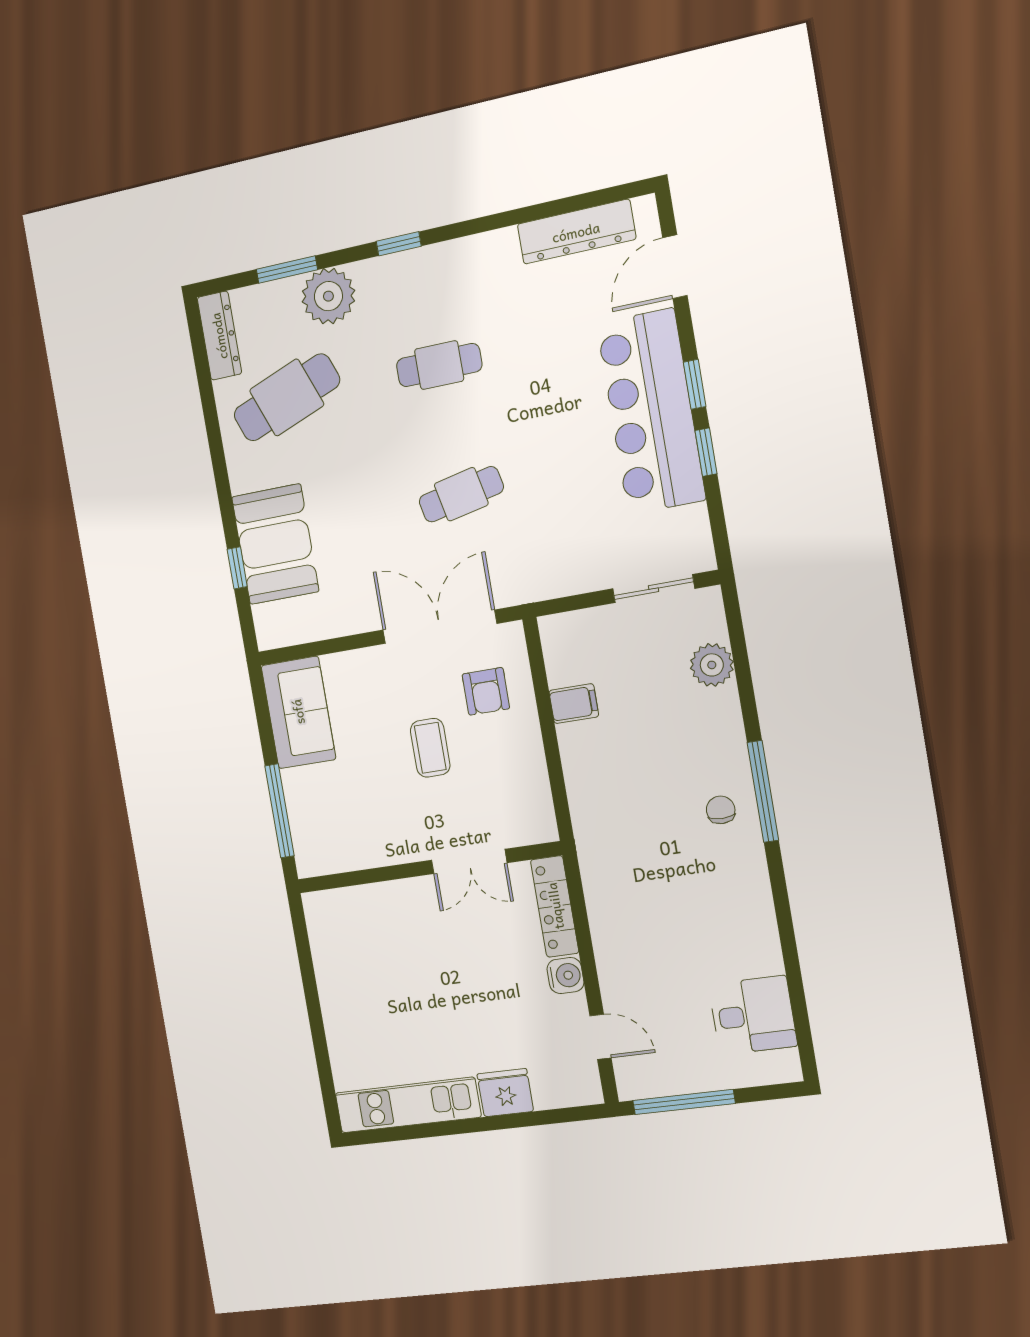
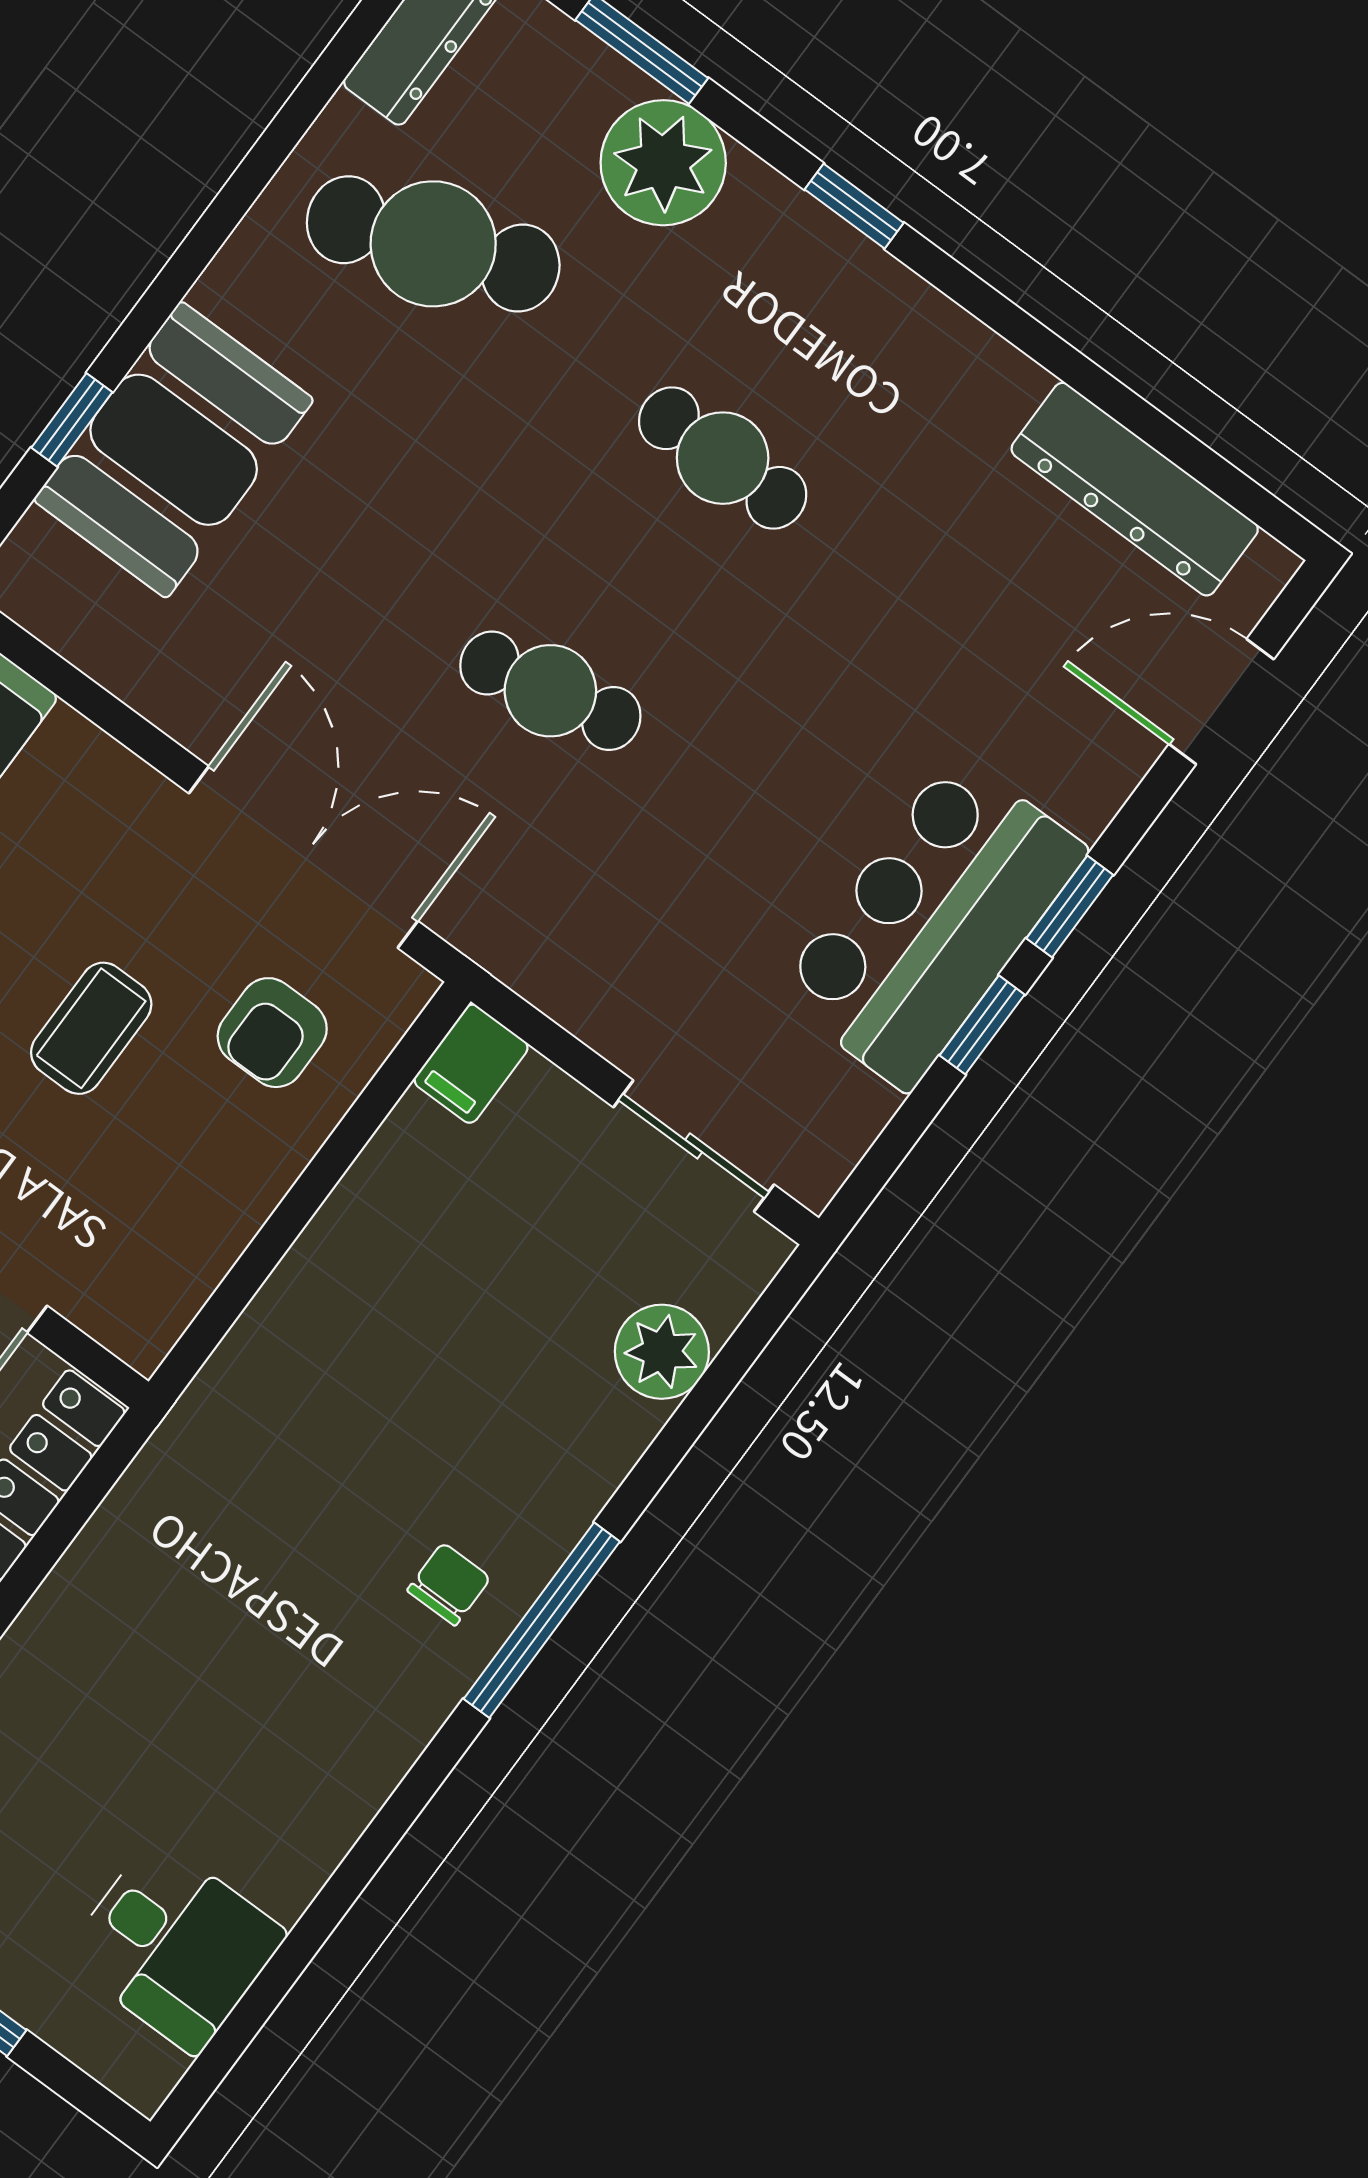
bar counter: (651, 412) -> (932, 922), width x0.73
filing cabinet: (574, 704) -> (471, 1064), moved, turned 90

